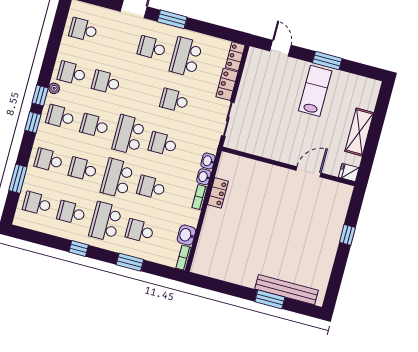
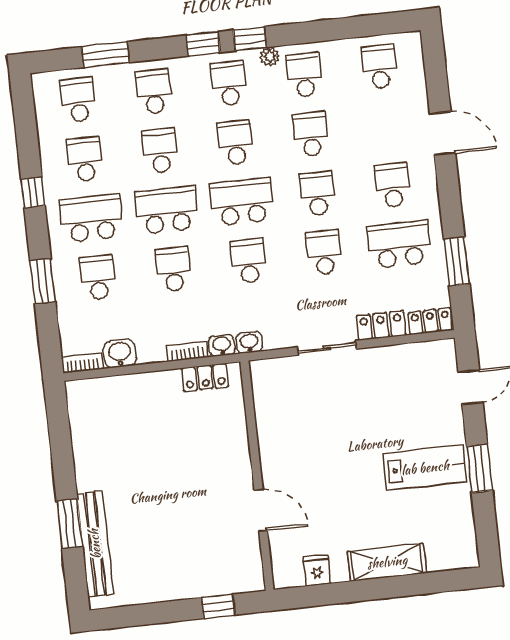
window: (172, 19) -> (457, 262), moved
school desk: (140, 91) -> (317, 193), added
wall: (289, 166) -> (257, 476), moved
door: (309, 172) -> (261, 510), moved

